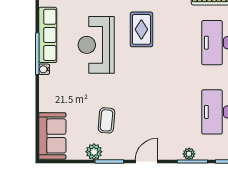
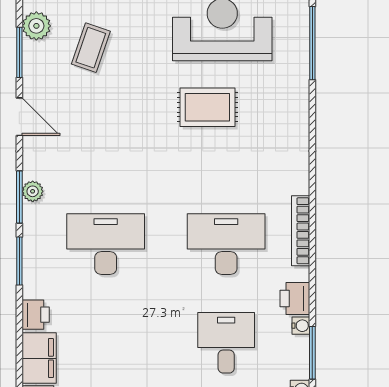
rug: (141, 29) -> (207, 107), moved
coffee table: (106, 120) -> (91, 48), turned -76

